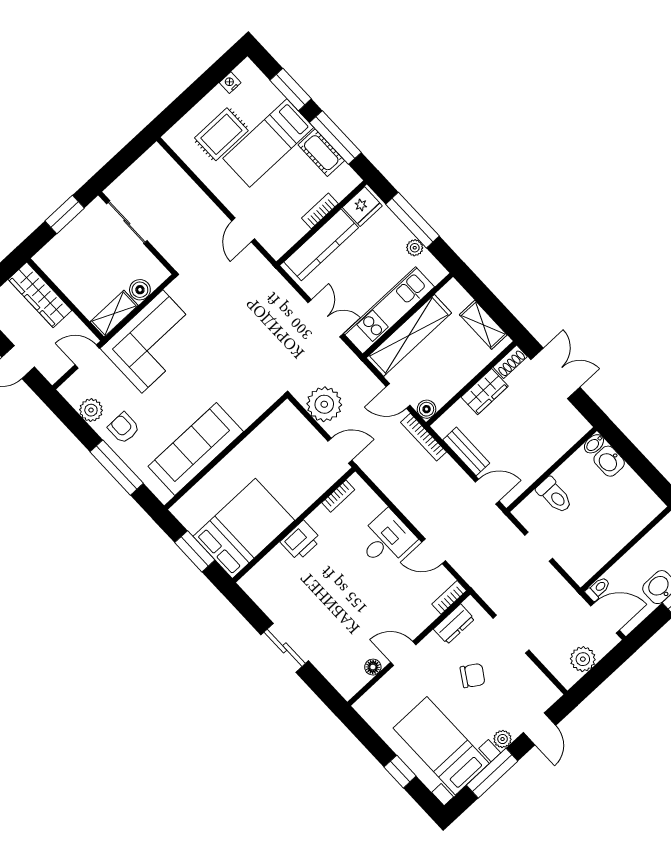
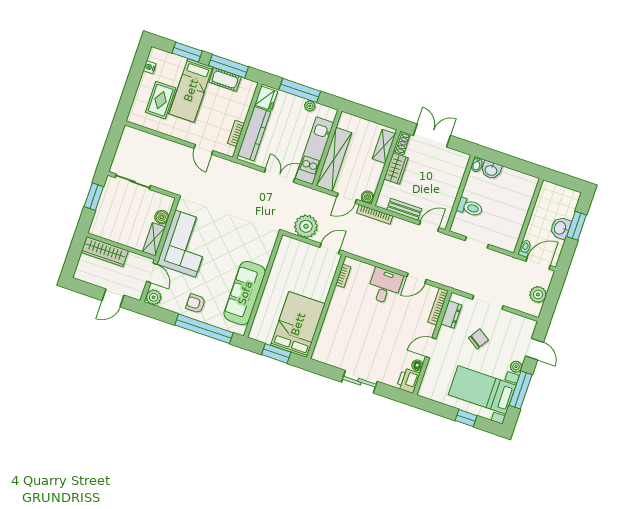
bookcase: (320, 211) -> (236, 133), moved
shelving: (483, 325) -> (384, 146), moved, turned 90
door: (87, 357) -> (152, 273), swing flipped
plant: (91, 410) -> (154, 297), moved
window: (117, 468) -> (204, 329), width x1.46
printer: (301, 541) -> (408, 381), moved, turned 180
bookcase: (449, 597) -> (438, 307), width x1.56

